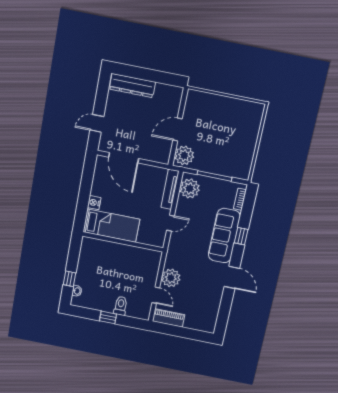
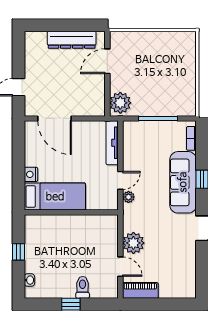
dresser: (132, 86) -> (72, 40), moved
door: (178, 129) -> (107, 61), moved
plant: (190, 188) -> (128, 197), moved, width x0.53, depth x0.53
window: (70, 279) -> (18, 252), moved

